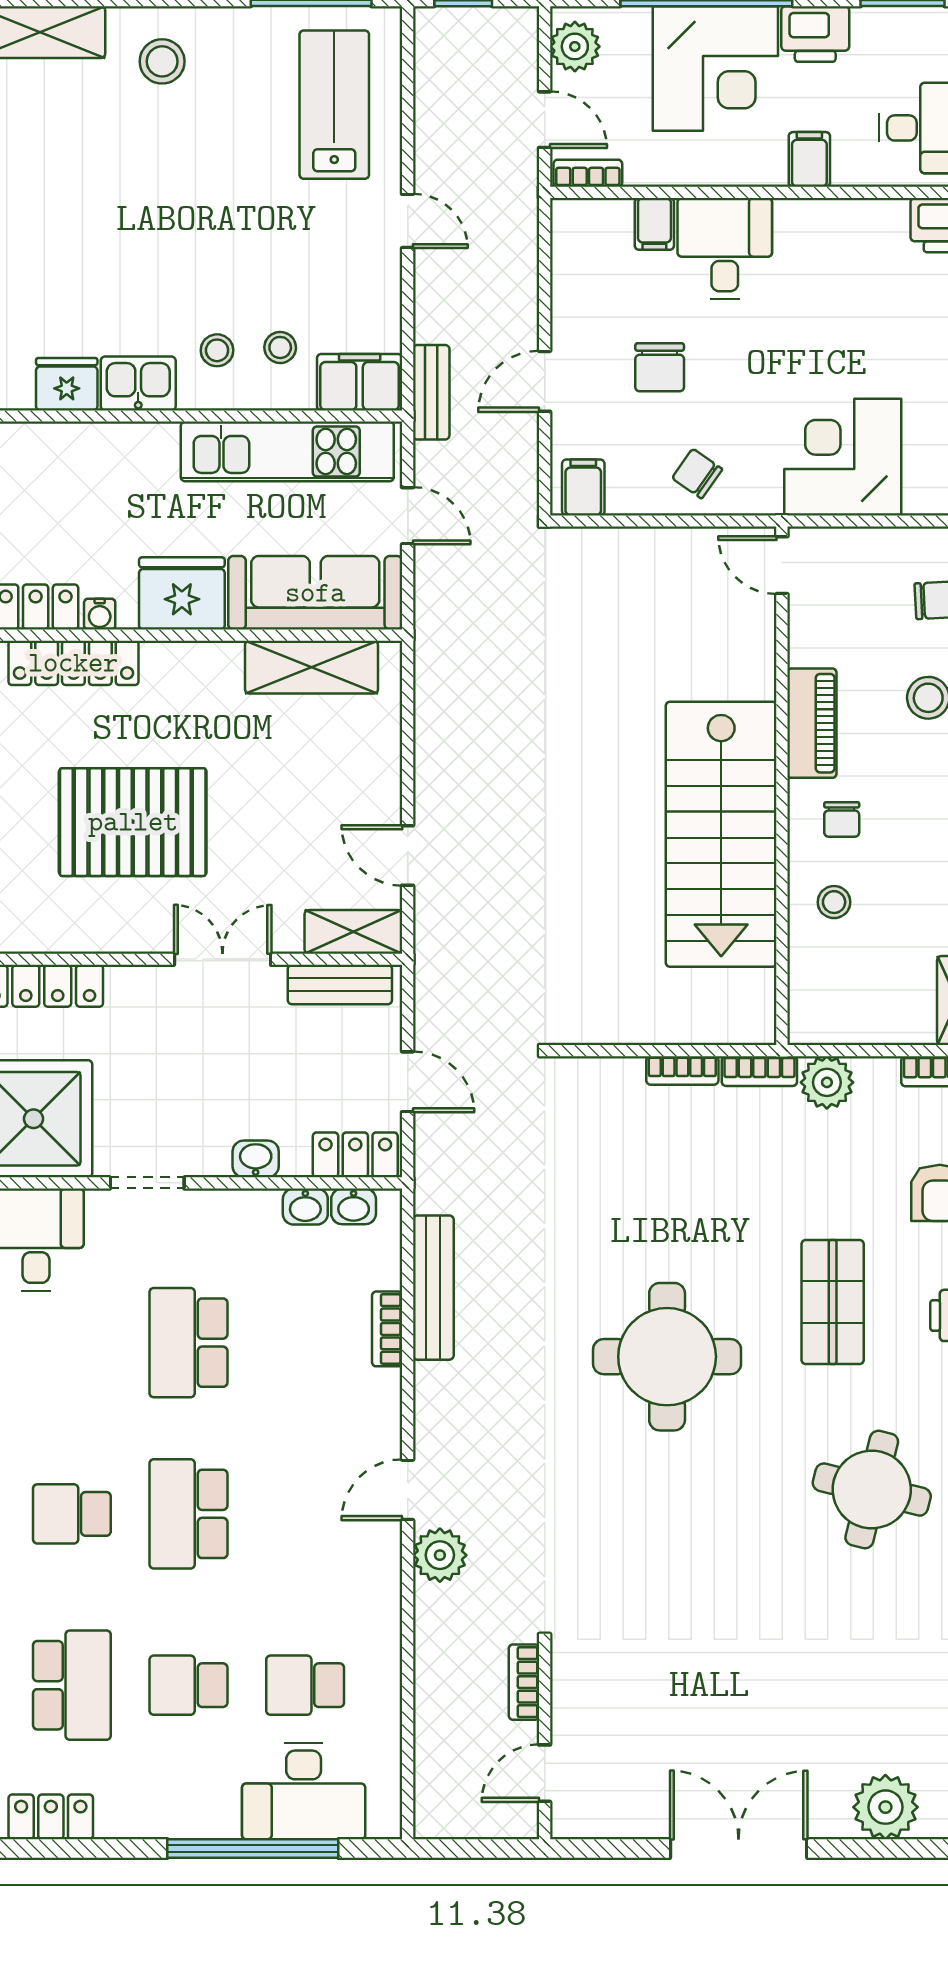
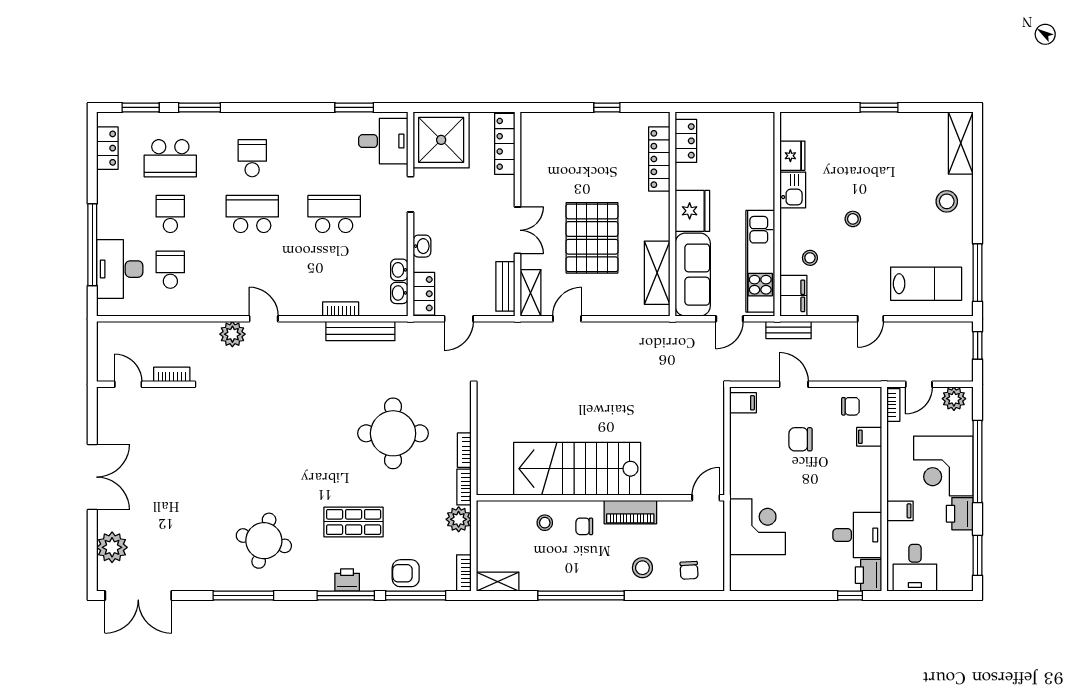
desk: (725, 249) -> (857, 535), moved
stool: (217, 350) -> (853, 219), moved
chair: (697, 474) -> (850, 406), moved, turned 55
water cooler: (100, 614) -> (682, 172), removed
pallet: (133, 822) -> (592, 238), moved
round table: (667, 1357) -> (393, 433), moved

